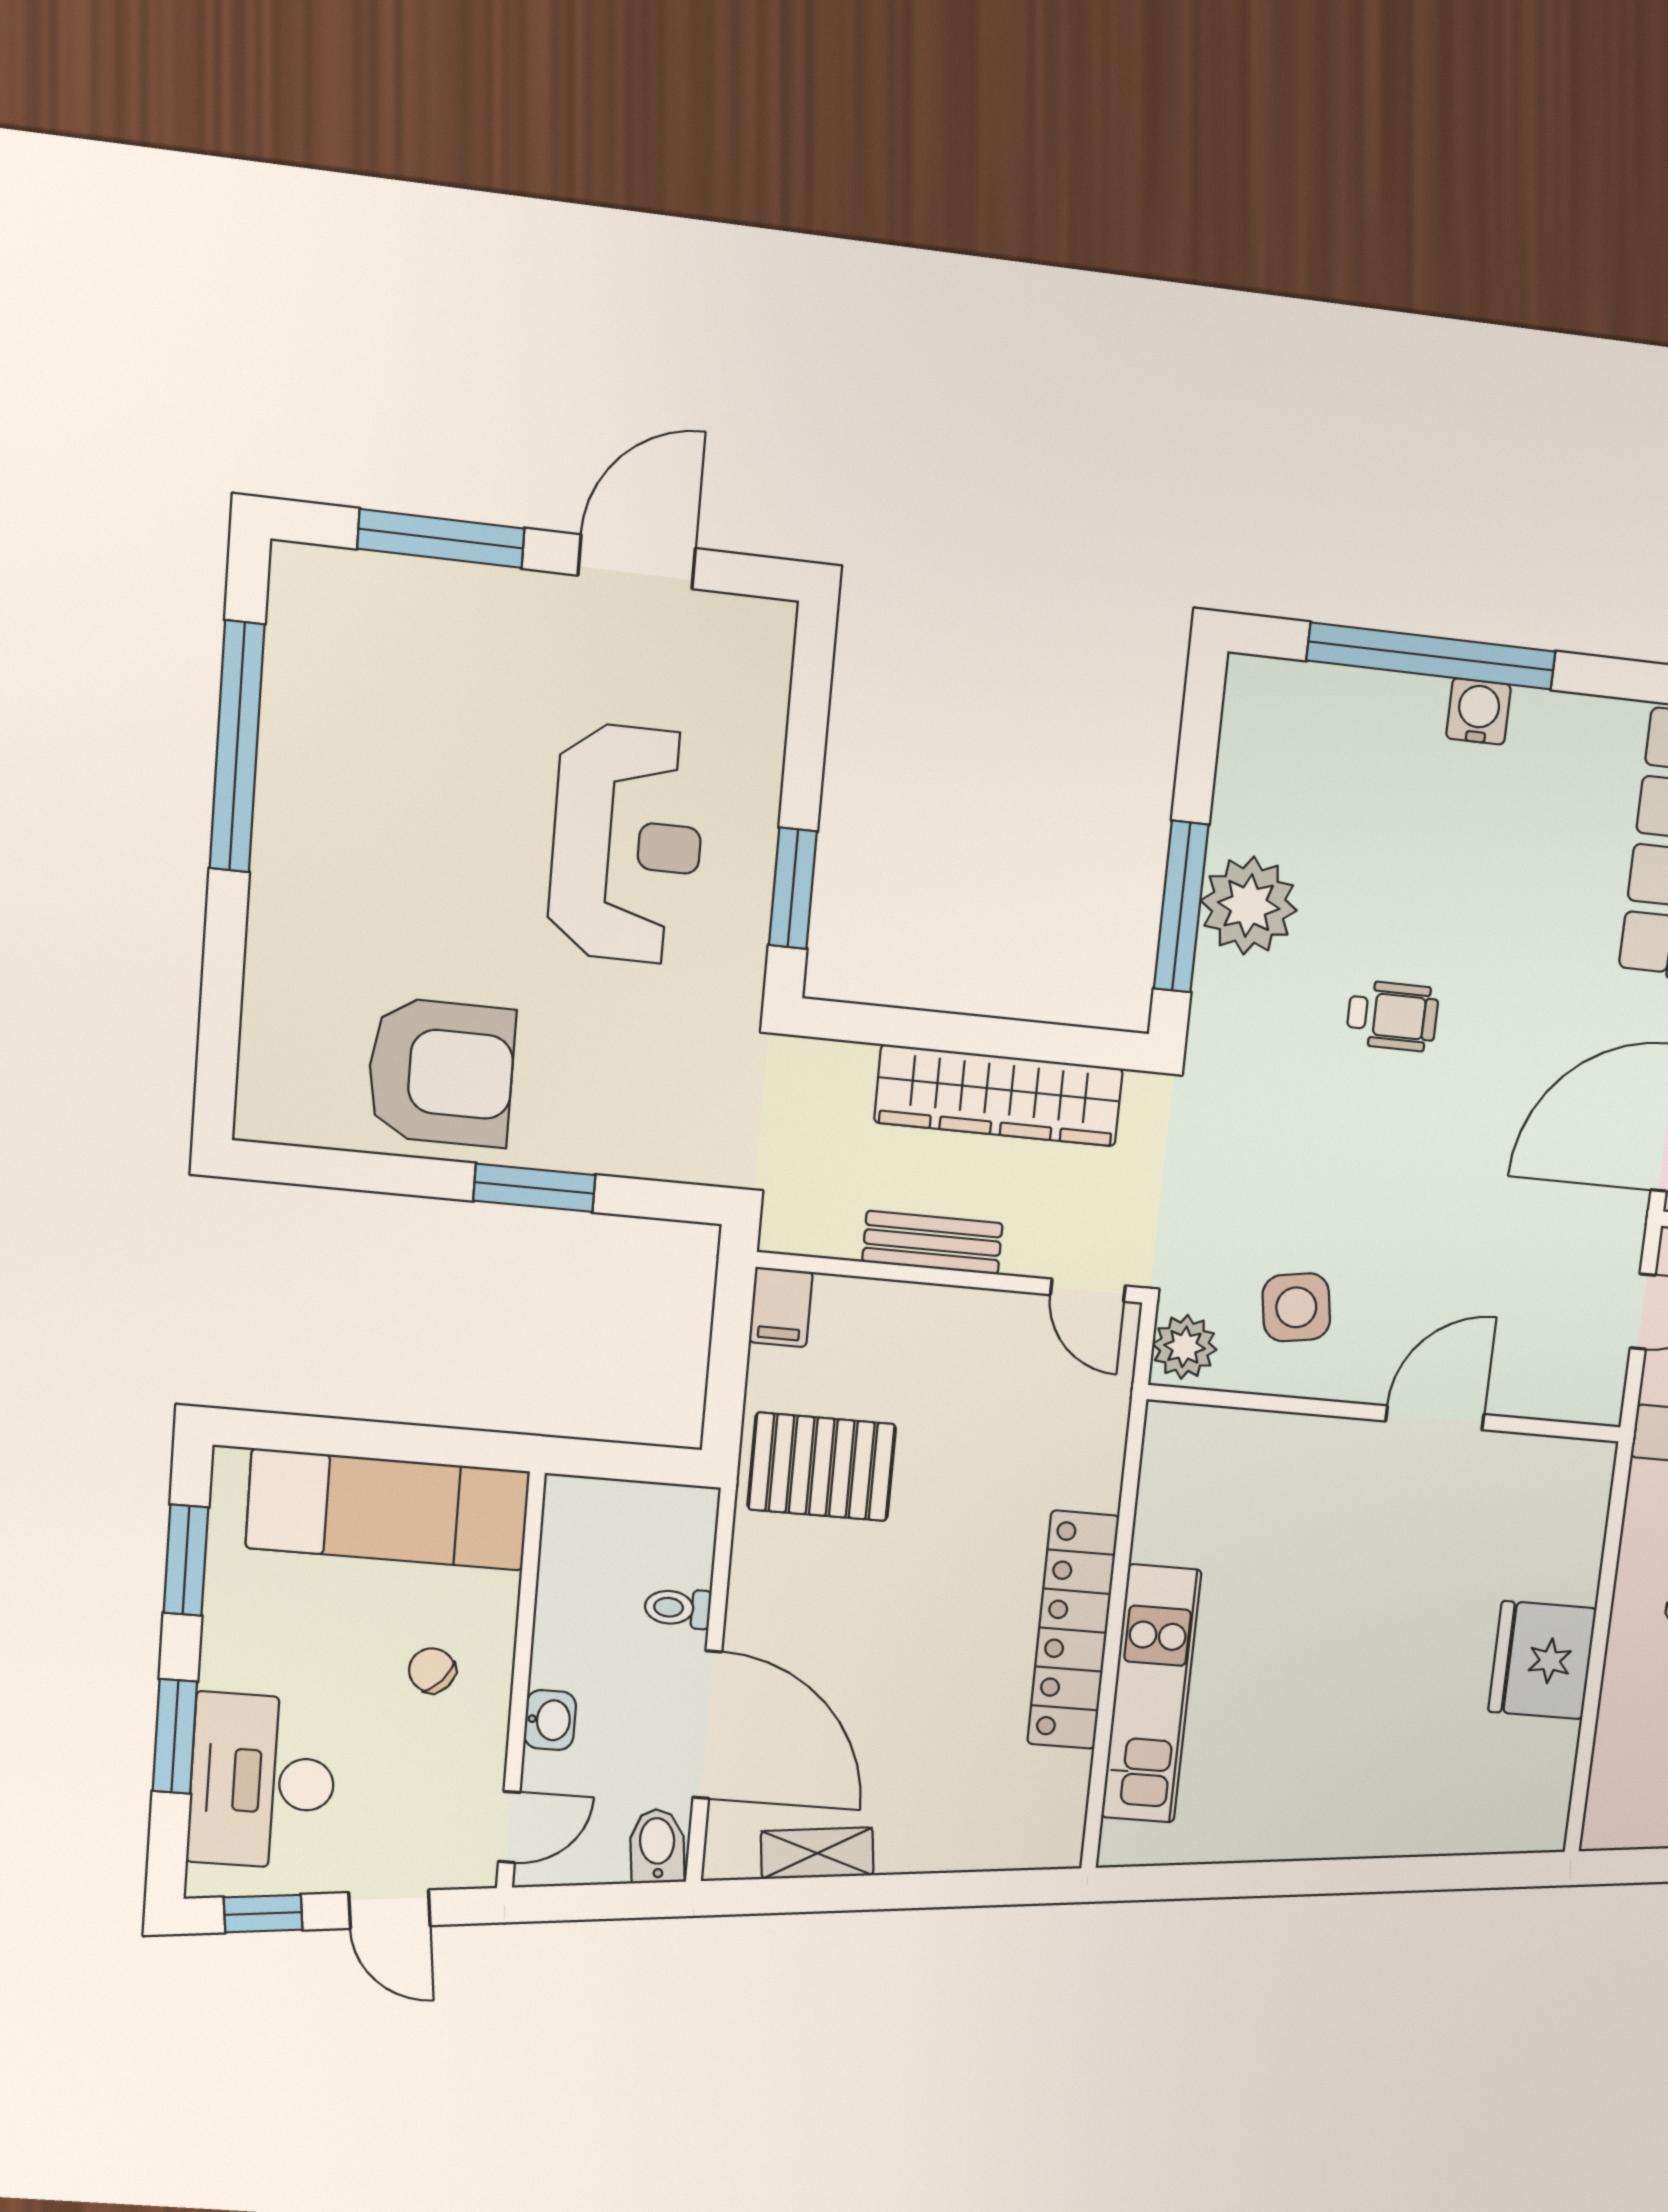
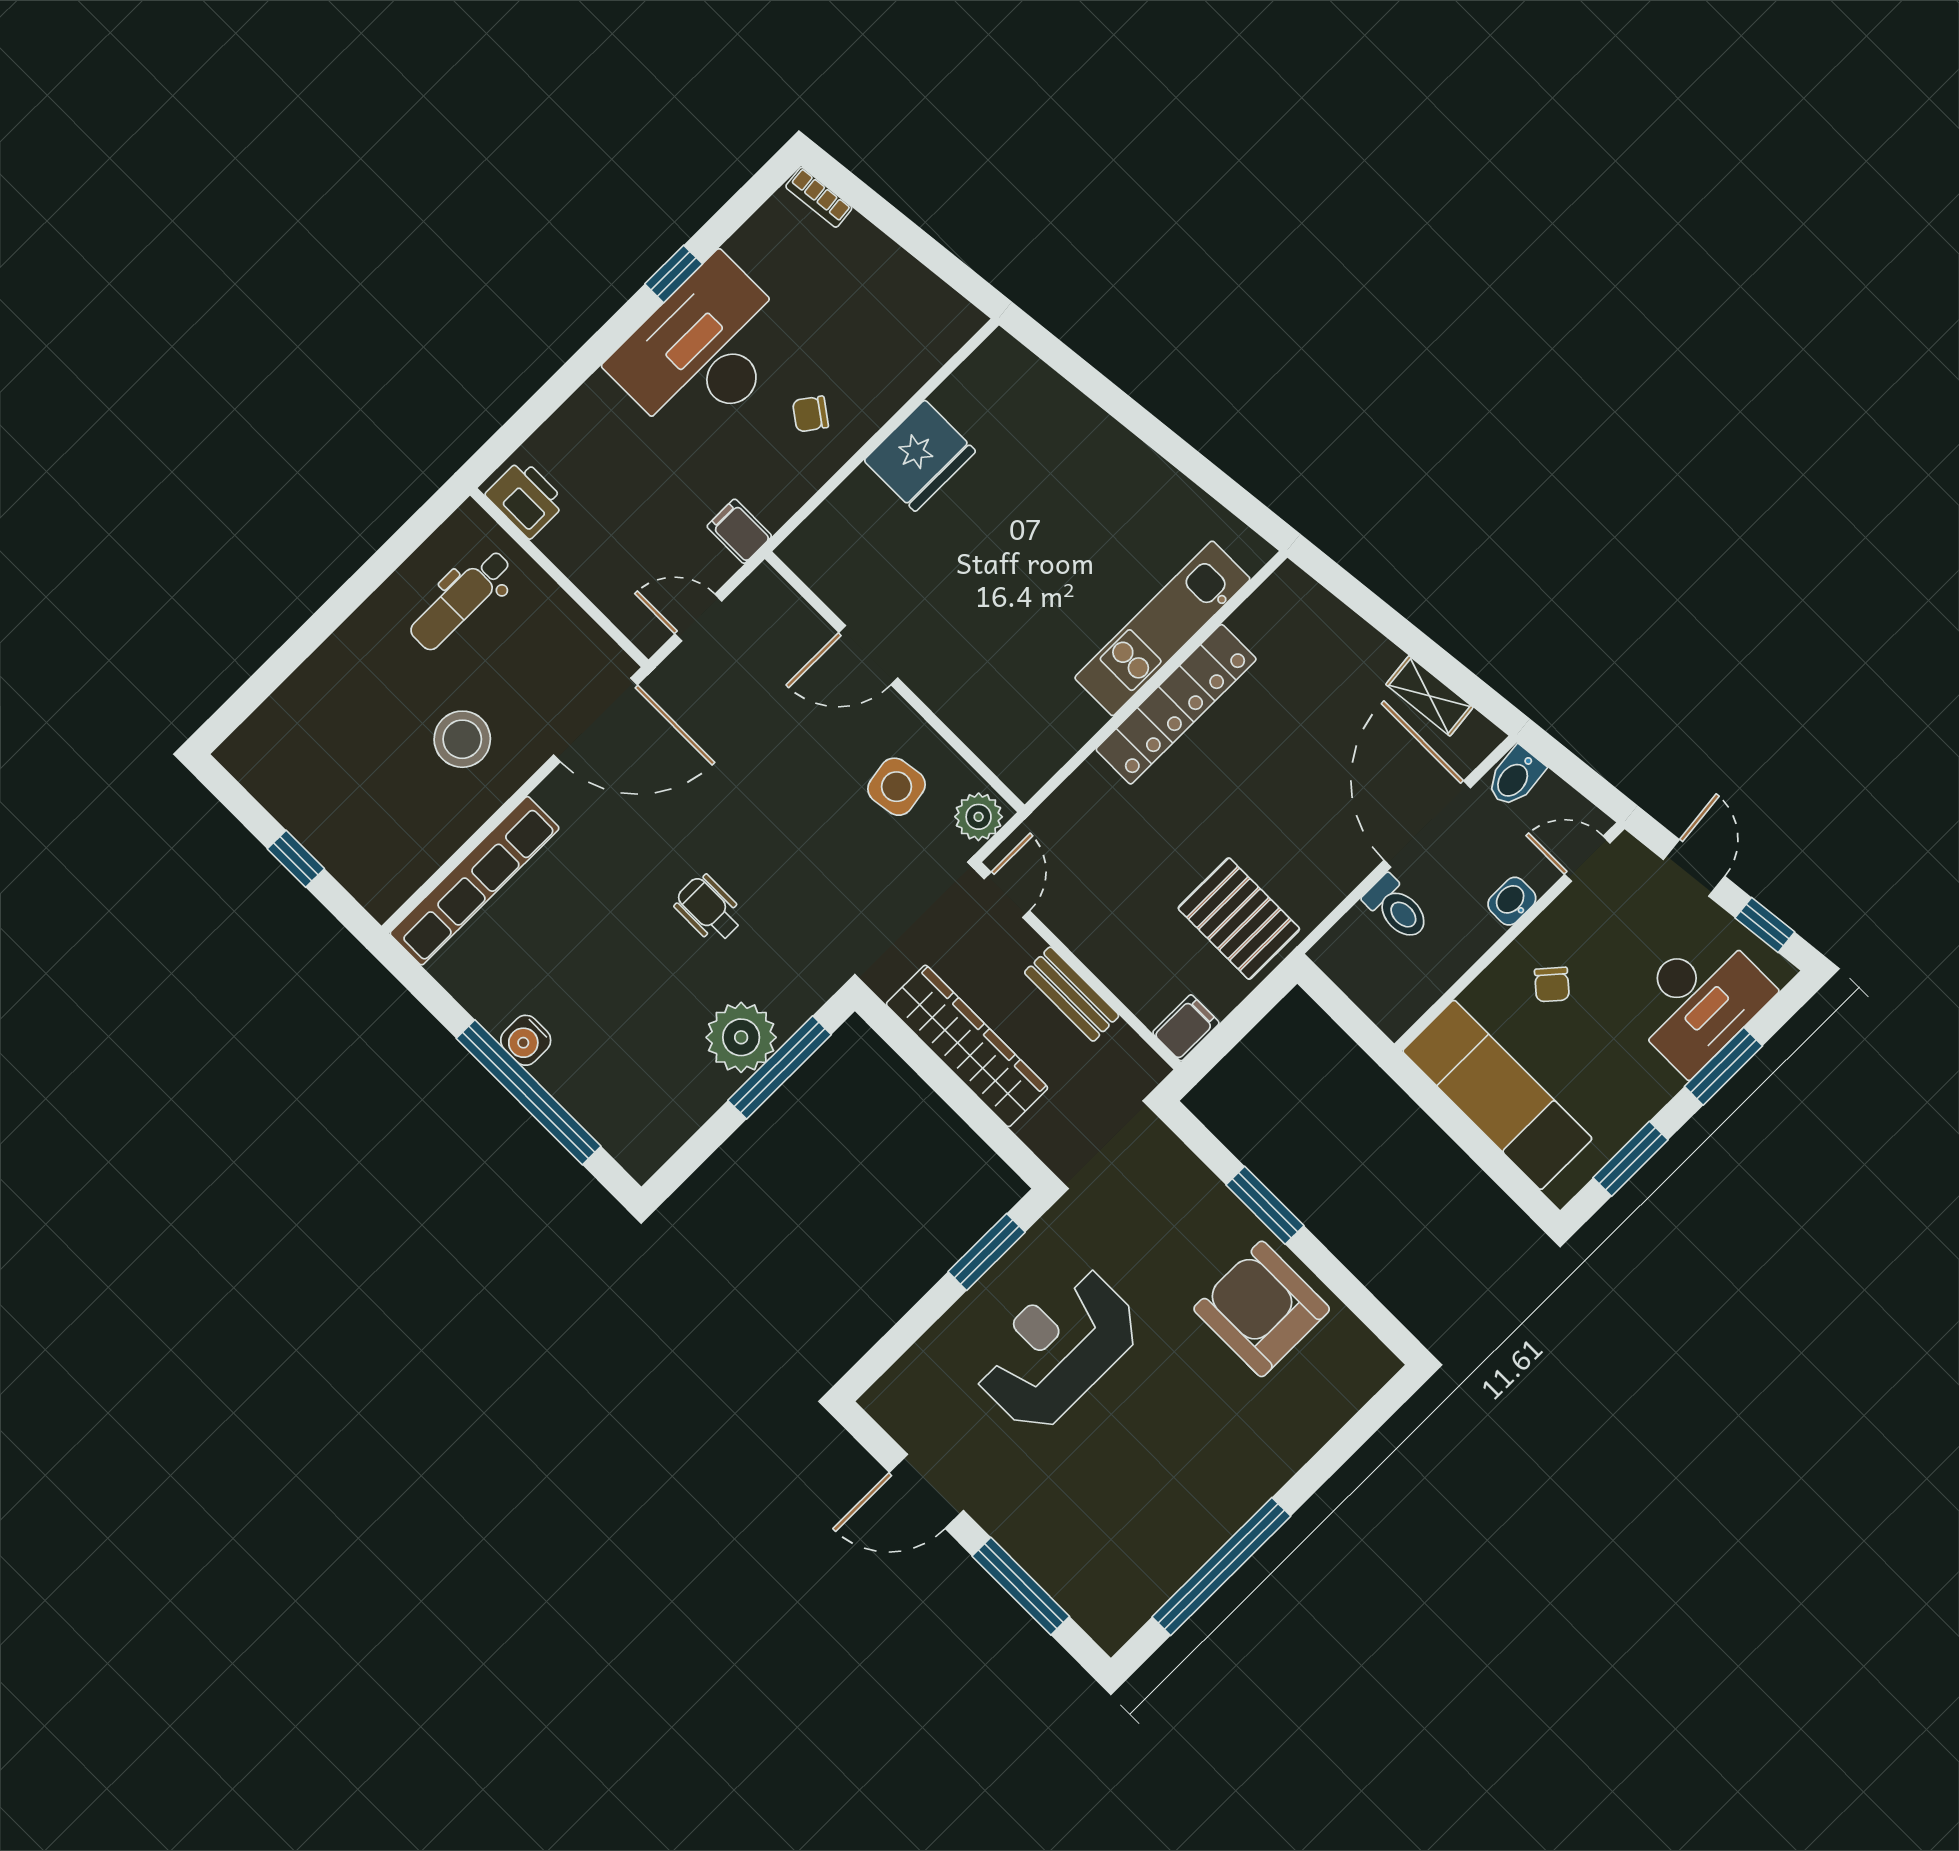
toilet: (678, 1608) -> (1397, 908), width x1.37, depth x1.39

